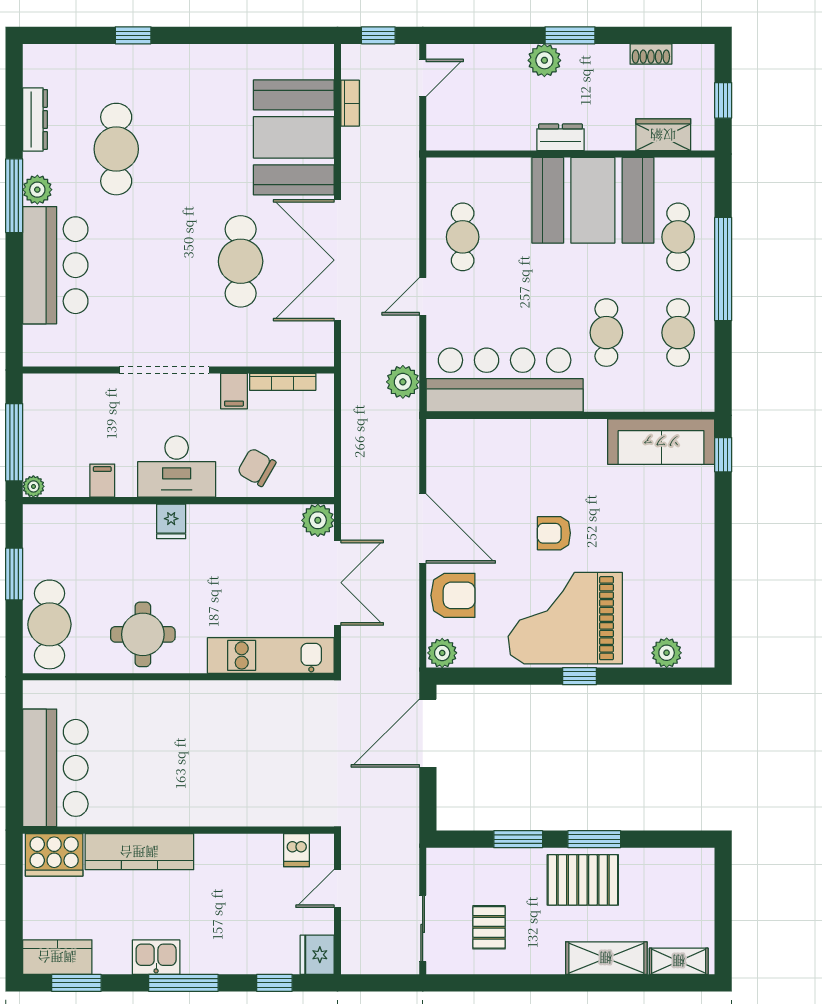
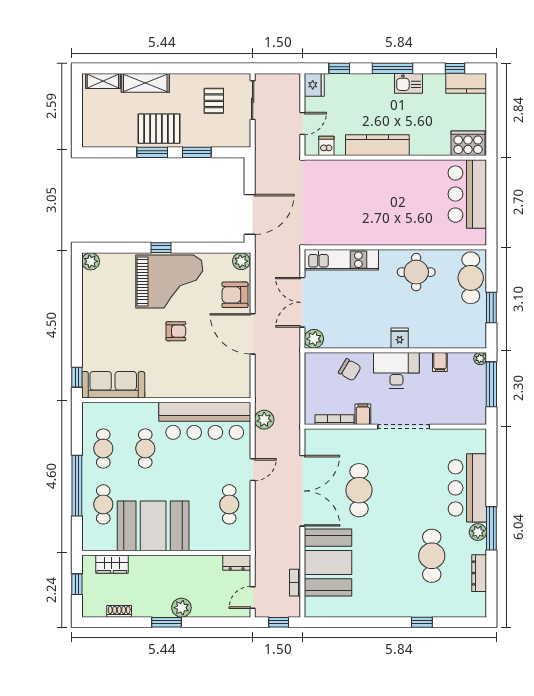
dresser: (561, 137) -> (237, 563), moved
plant: (667, 653) -> (91, 261), moved
kitchen counter: (139, 852) -> (377, 145), moved
window: (76, 983) -> (455, 68), width x0.67

